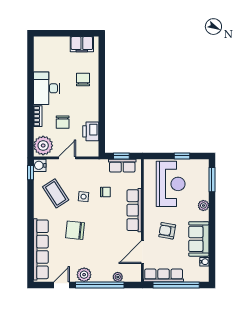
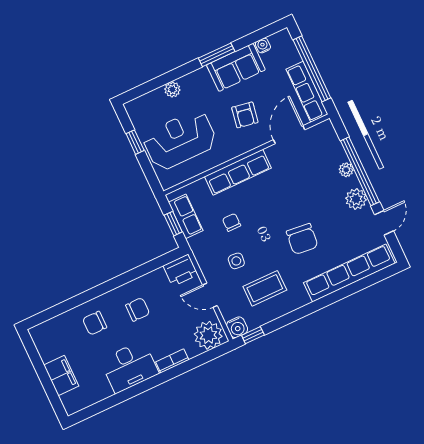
filing cabinet: (82, 44) -> (61, 376), moved
chair: (63, 122) -> (138, 309), moved
printer: (91, 131) -> (181, 270), moved
window: (212, 180) -> (217, 55), moved
coffee table: (56, 193) -> (265, 288), turned 33
side table: (84, 197) -> (236, 261), moved
plant: (203, 205) -> (172, 89), moved
door: (142, 252) -> (289, 135), swing flipped
plant: (118, 277) -> (346, 170), moved
door: (62, 285) -> (384, 223), swing flipped

